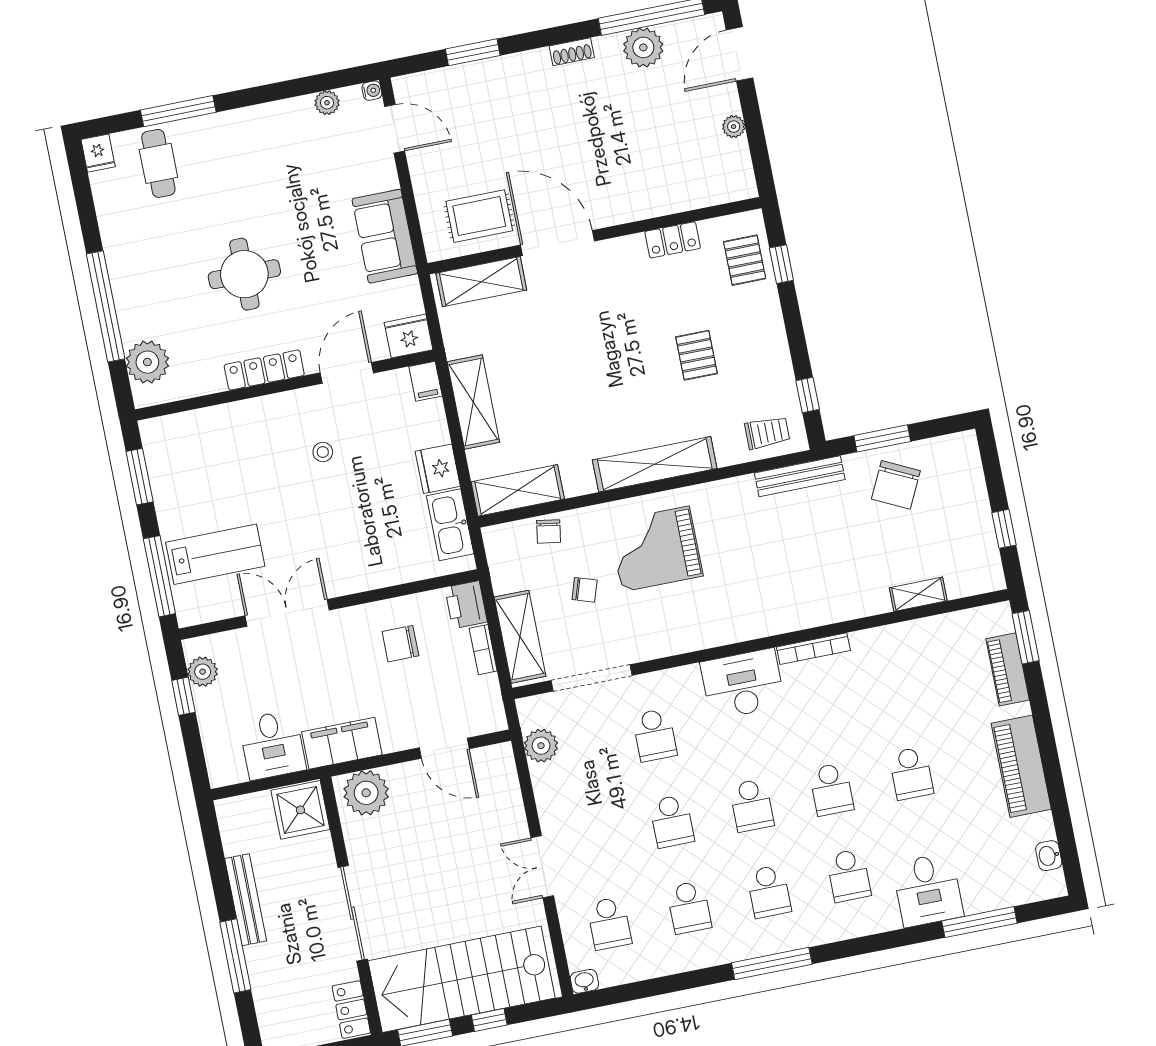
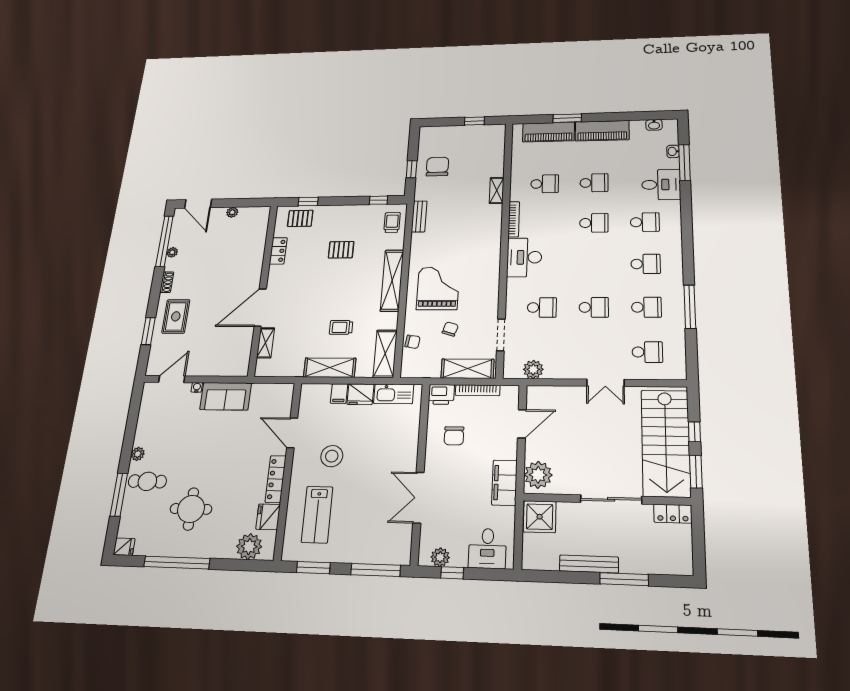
plant: (643, 47) -> (172, 252), width x0.53, depth x0.53
water cooler: (372, 91) -> (197, 387), moved
plant: (327, 103) -> (138, 454), moved
cafe table: (158, 163) -> (147, 481), moved
rug: (479, 216) -> (176, 316), moved
round table: (244, 274) -> (191, 509), moved
shelving: (481, 282) -> (266, 343), width x0.67, depth x0.75
window: (106, 306) -> (177, 563), moved
fridge: (409, 336) -> (268, 517), moved
filing cabinet: (426, 381) -> (339, 394), moved, turned 90
trolley: (550, 400) -> (341, 327), added
window: (882, 438) -> (412, 169), width x0.67
stool: (323, 452) -> (332, 456), width x1.89, depth x1.89
bench: (800, 476) -> (419, 216), width x0.73
chair: (896, 485) -> (437, 167), turned -116
grand piano: (656, 549) -> (438, 288), turned 180
lab bench: (215, 554) -> (317, 515), moved, turned 180
shelving: (918, 594) -> (497, 190), moved
window: (1026, 637) -> (567, 118), moved
bookcase: (483, 650) -> (478, 390), width x1.56
piano: (1008, 669) -> (549, 132), width x1.37, depth x1.33
doorway: (591, 678) -> (501, 335), width x0.73
desk: (272, 745) -> (487, 548), moved, turned 90
school desk: (752, 805) -> (545, 184), moved
window: (772, 964) -> (690, 307), moved
washbasin: (584, 981) -> (673, 151), moved

